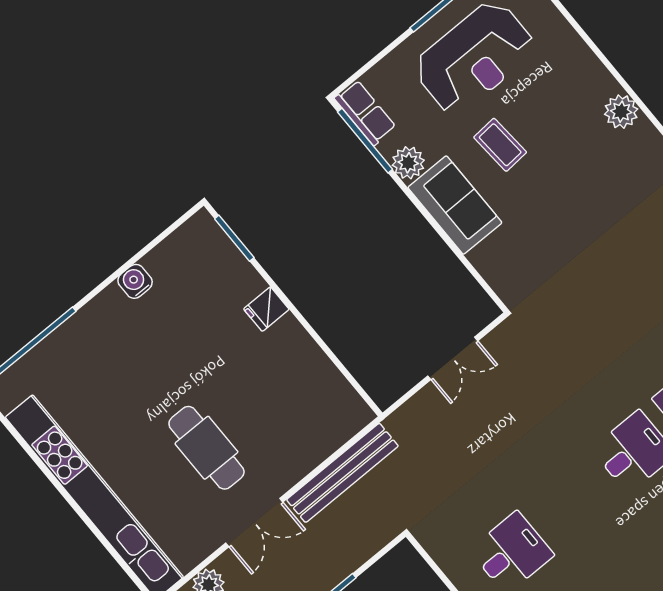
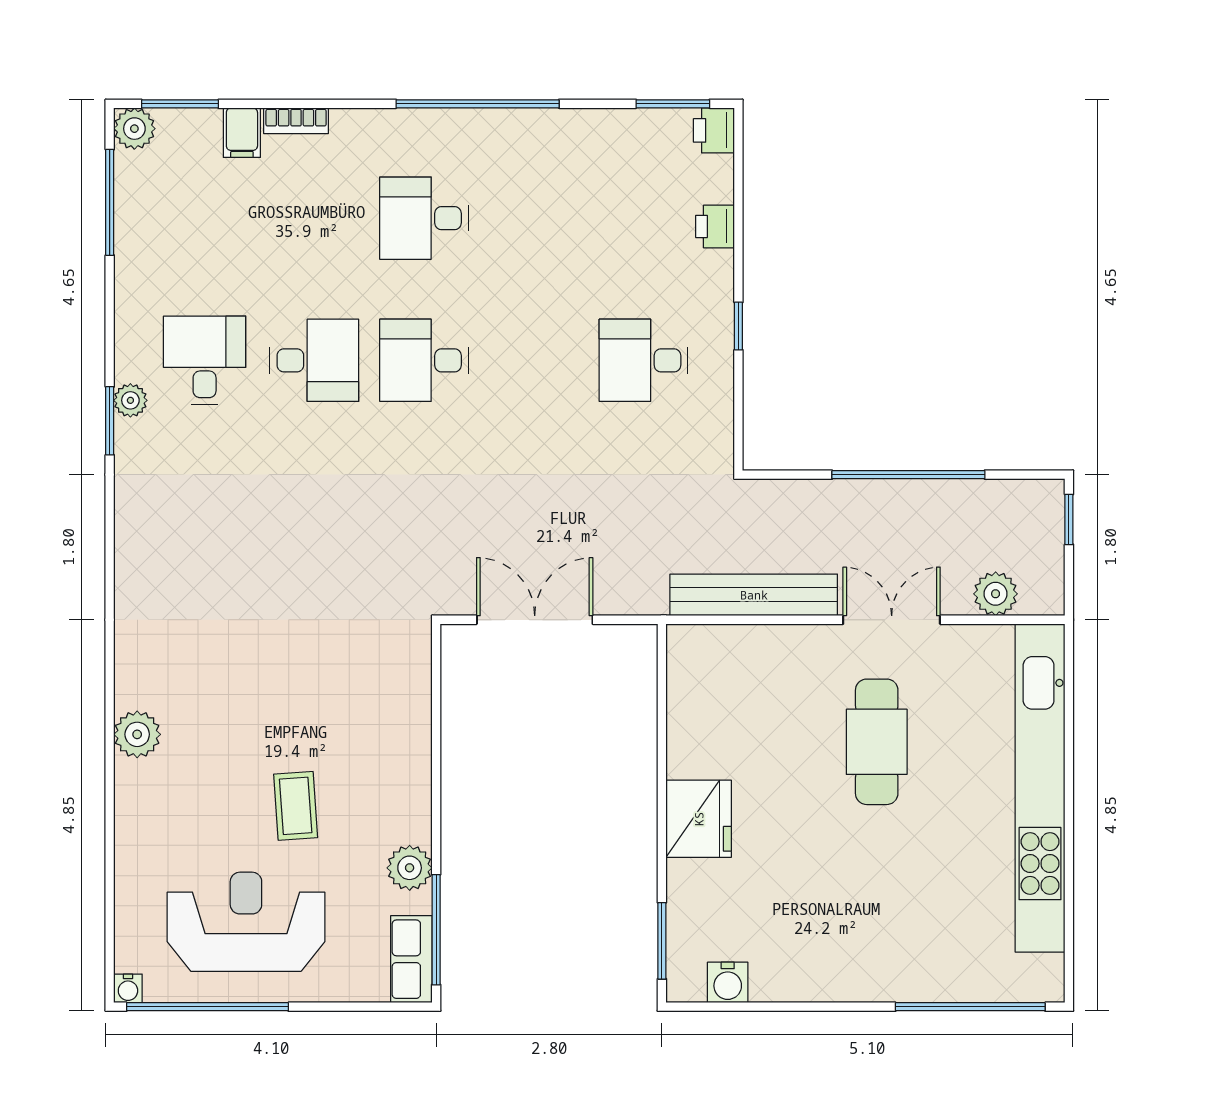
sofa: (455, 205) -> (397, 781), removed
water cooler: (135, 281) -> (728, 982), moved
fridge: (266, 309) -> (699, 819), width x1.88, depth x1.34
double door: (453, 358) -> (535, 620), width x1.37

